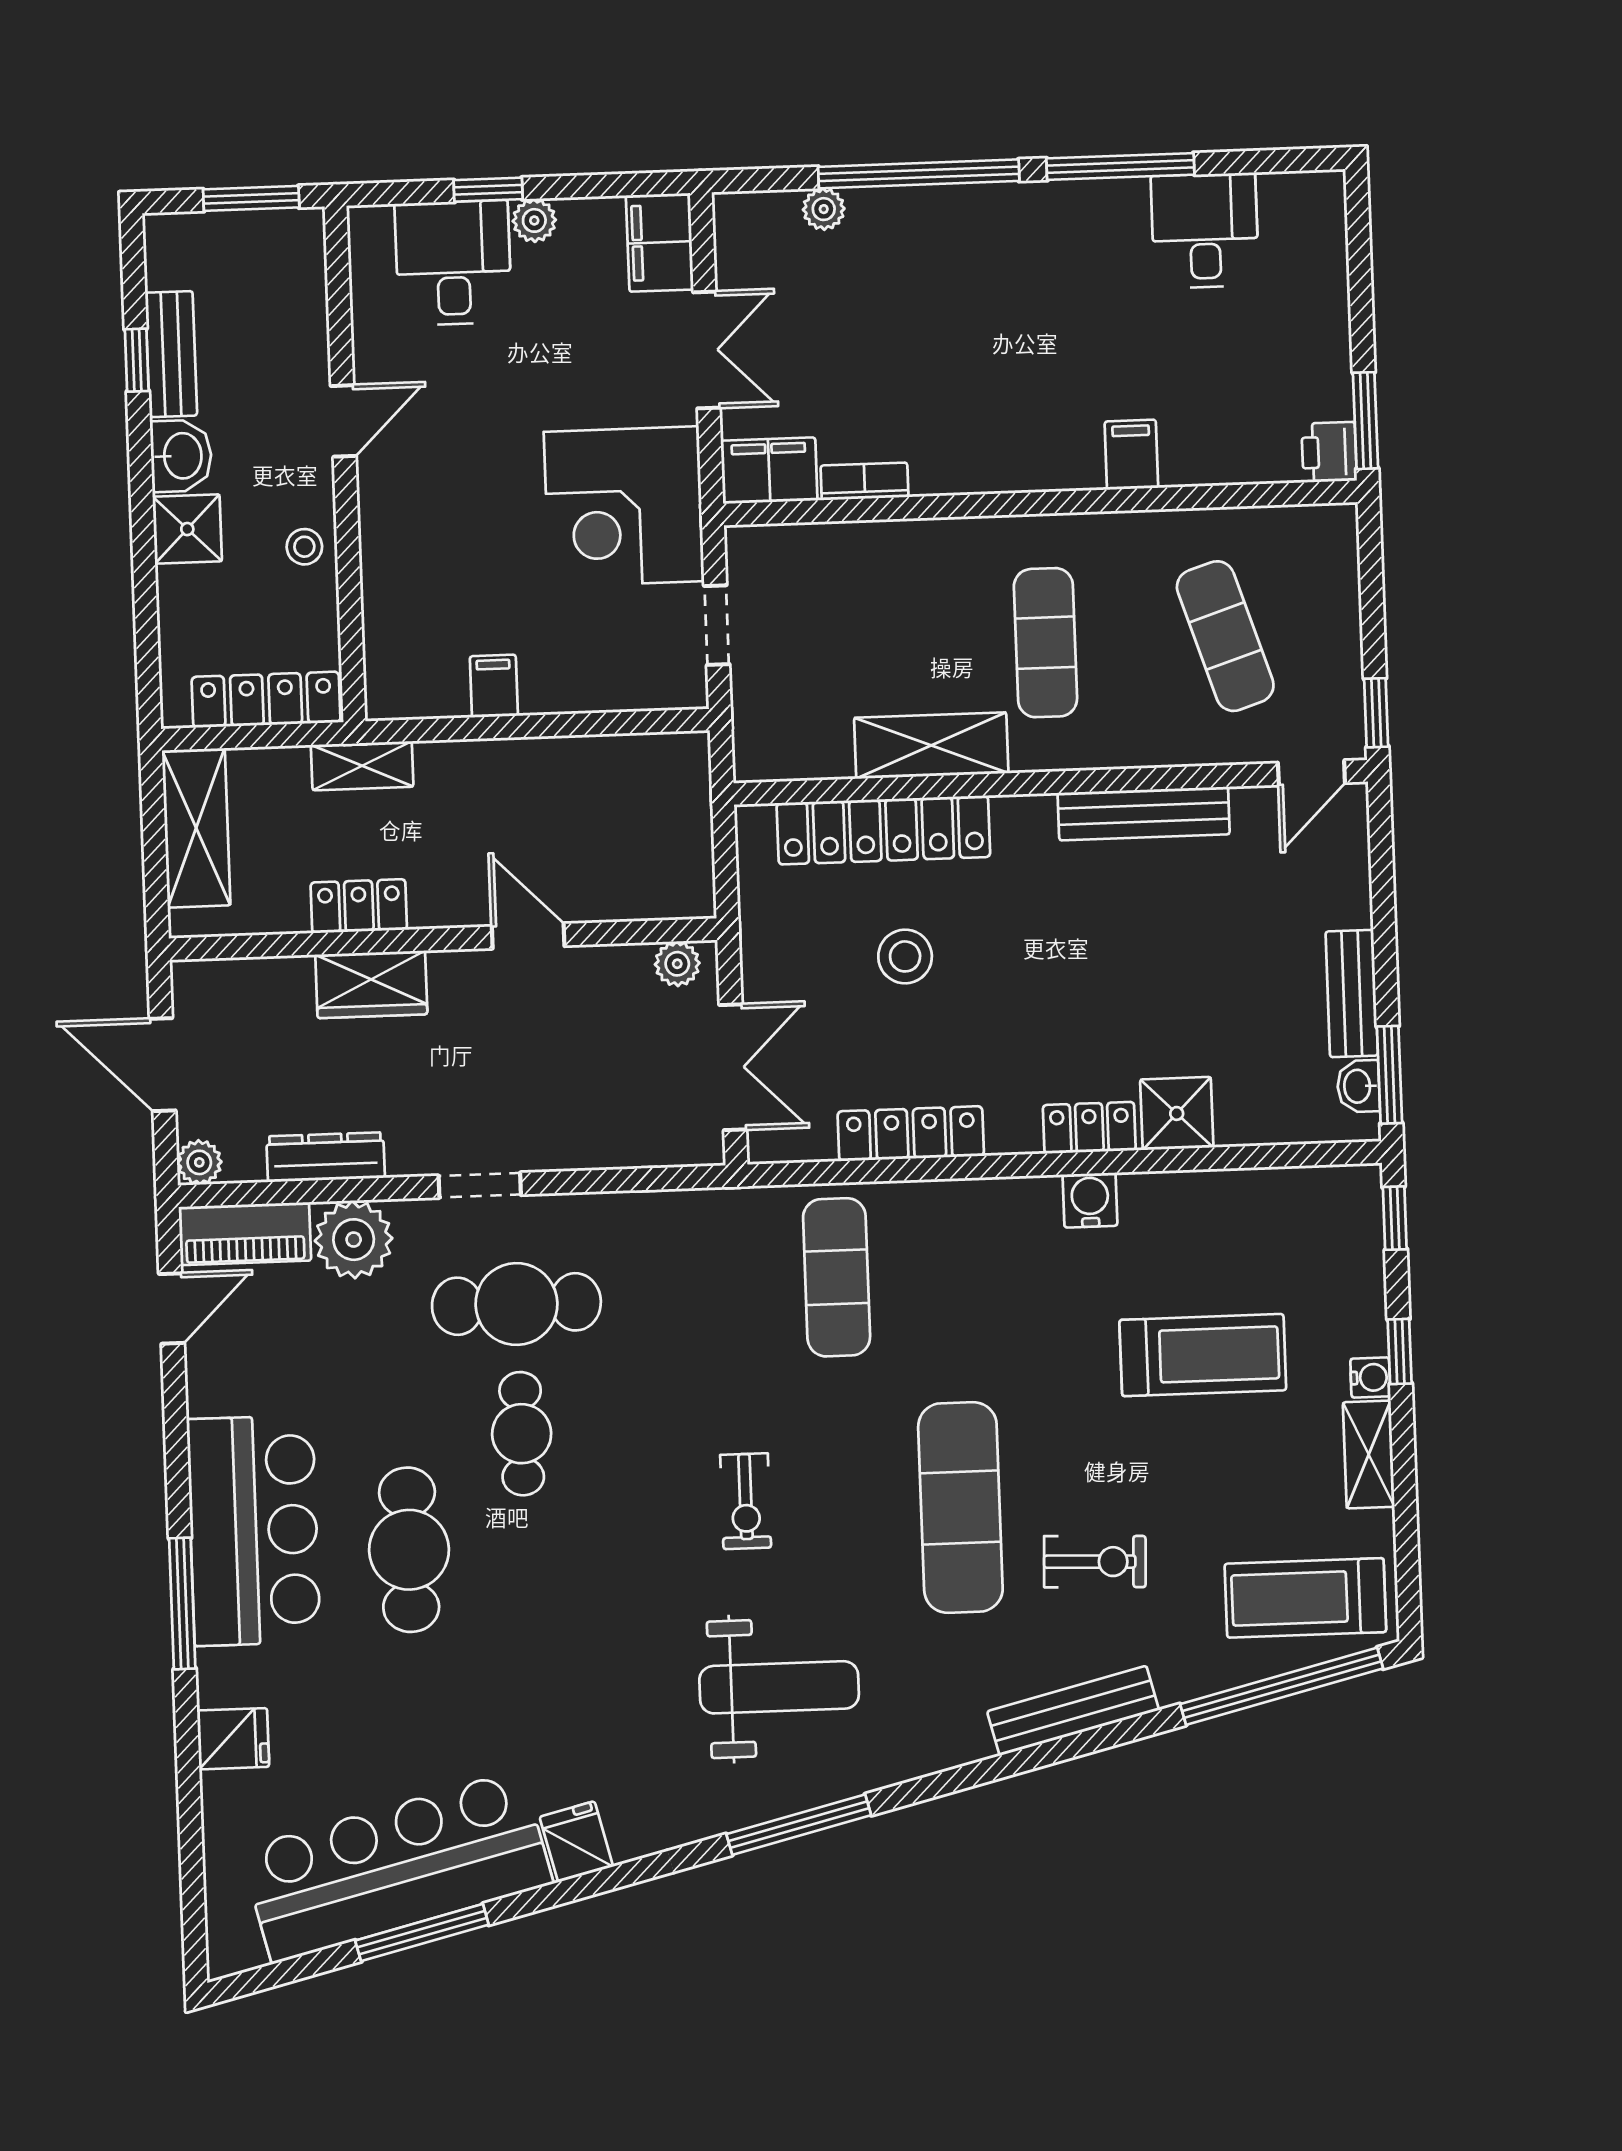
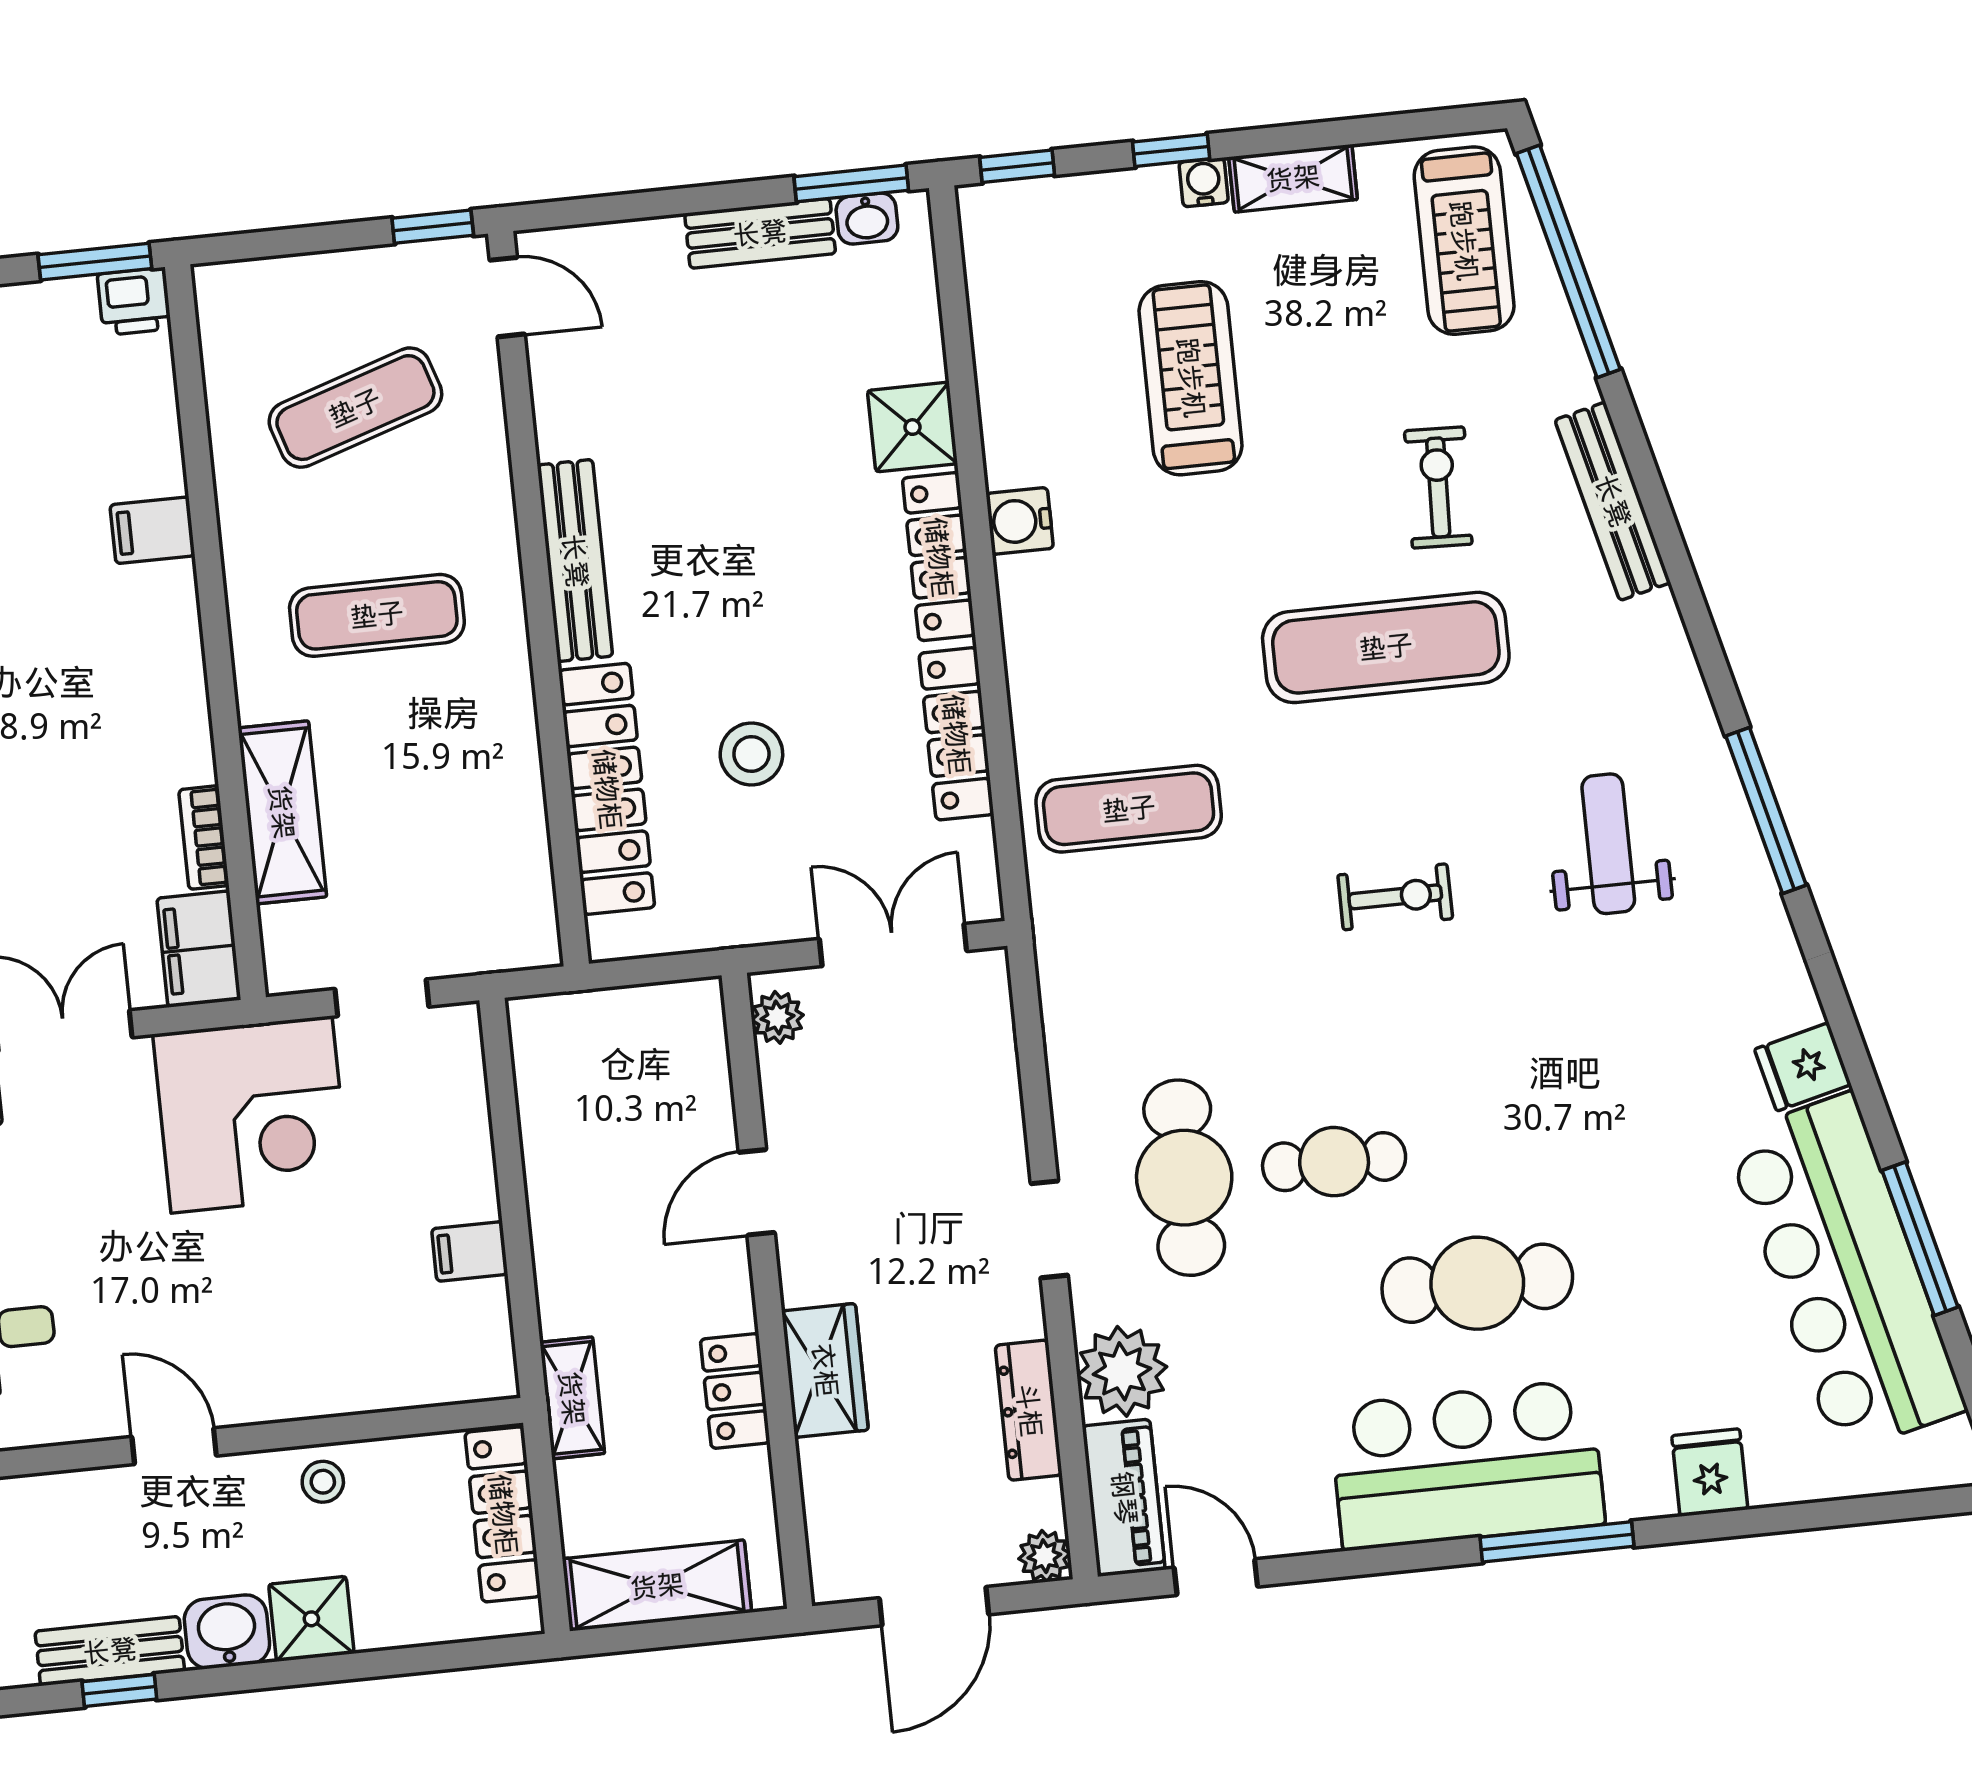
shelving: (931, 745) -> (282, 812), moved
bench: (1144, 814) -> (575, 561), moved
locker: (1089, 1128) -> (939, 557), width x1.53
weight bench: (779, 1687) -> (1608, 844), width x0.73, depth x0.75

